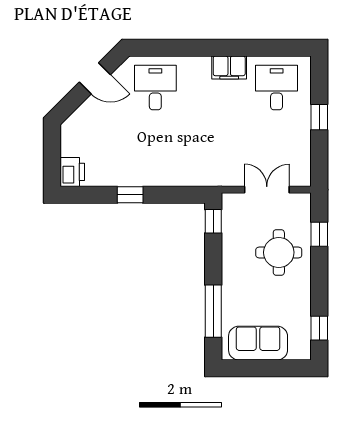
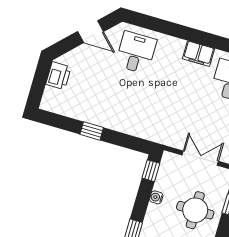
printer: (72, 172) -> (58, 76), moved
water cooler: (229, 251) -> (156, 197), added

